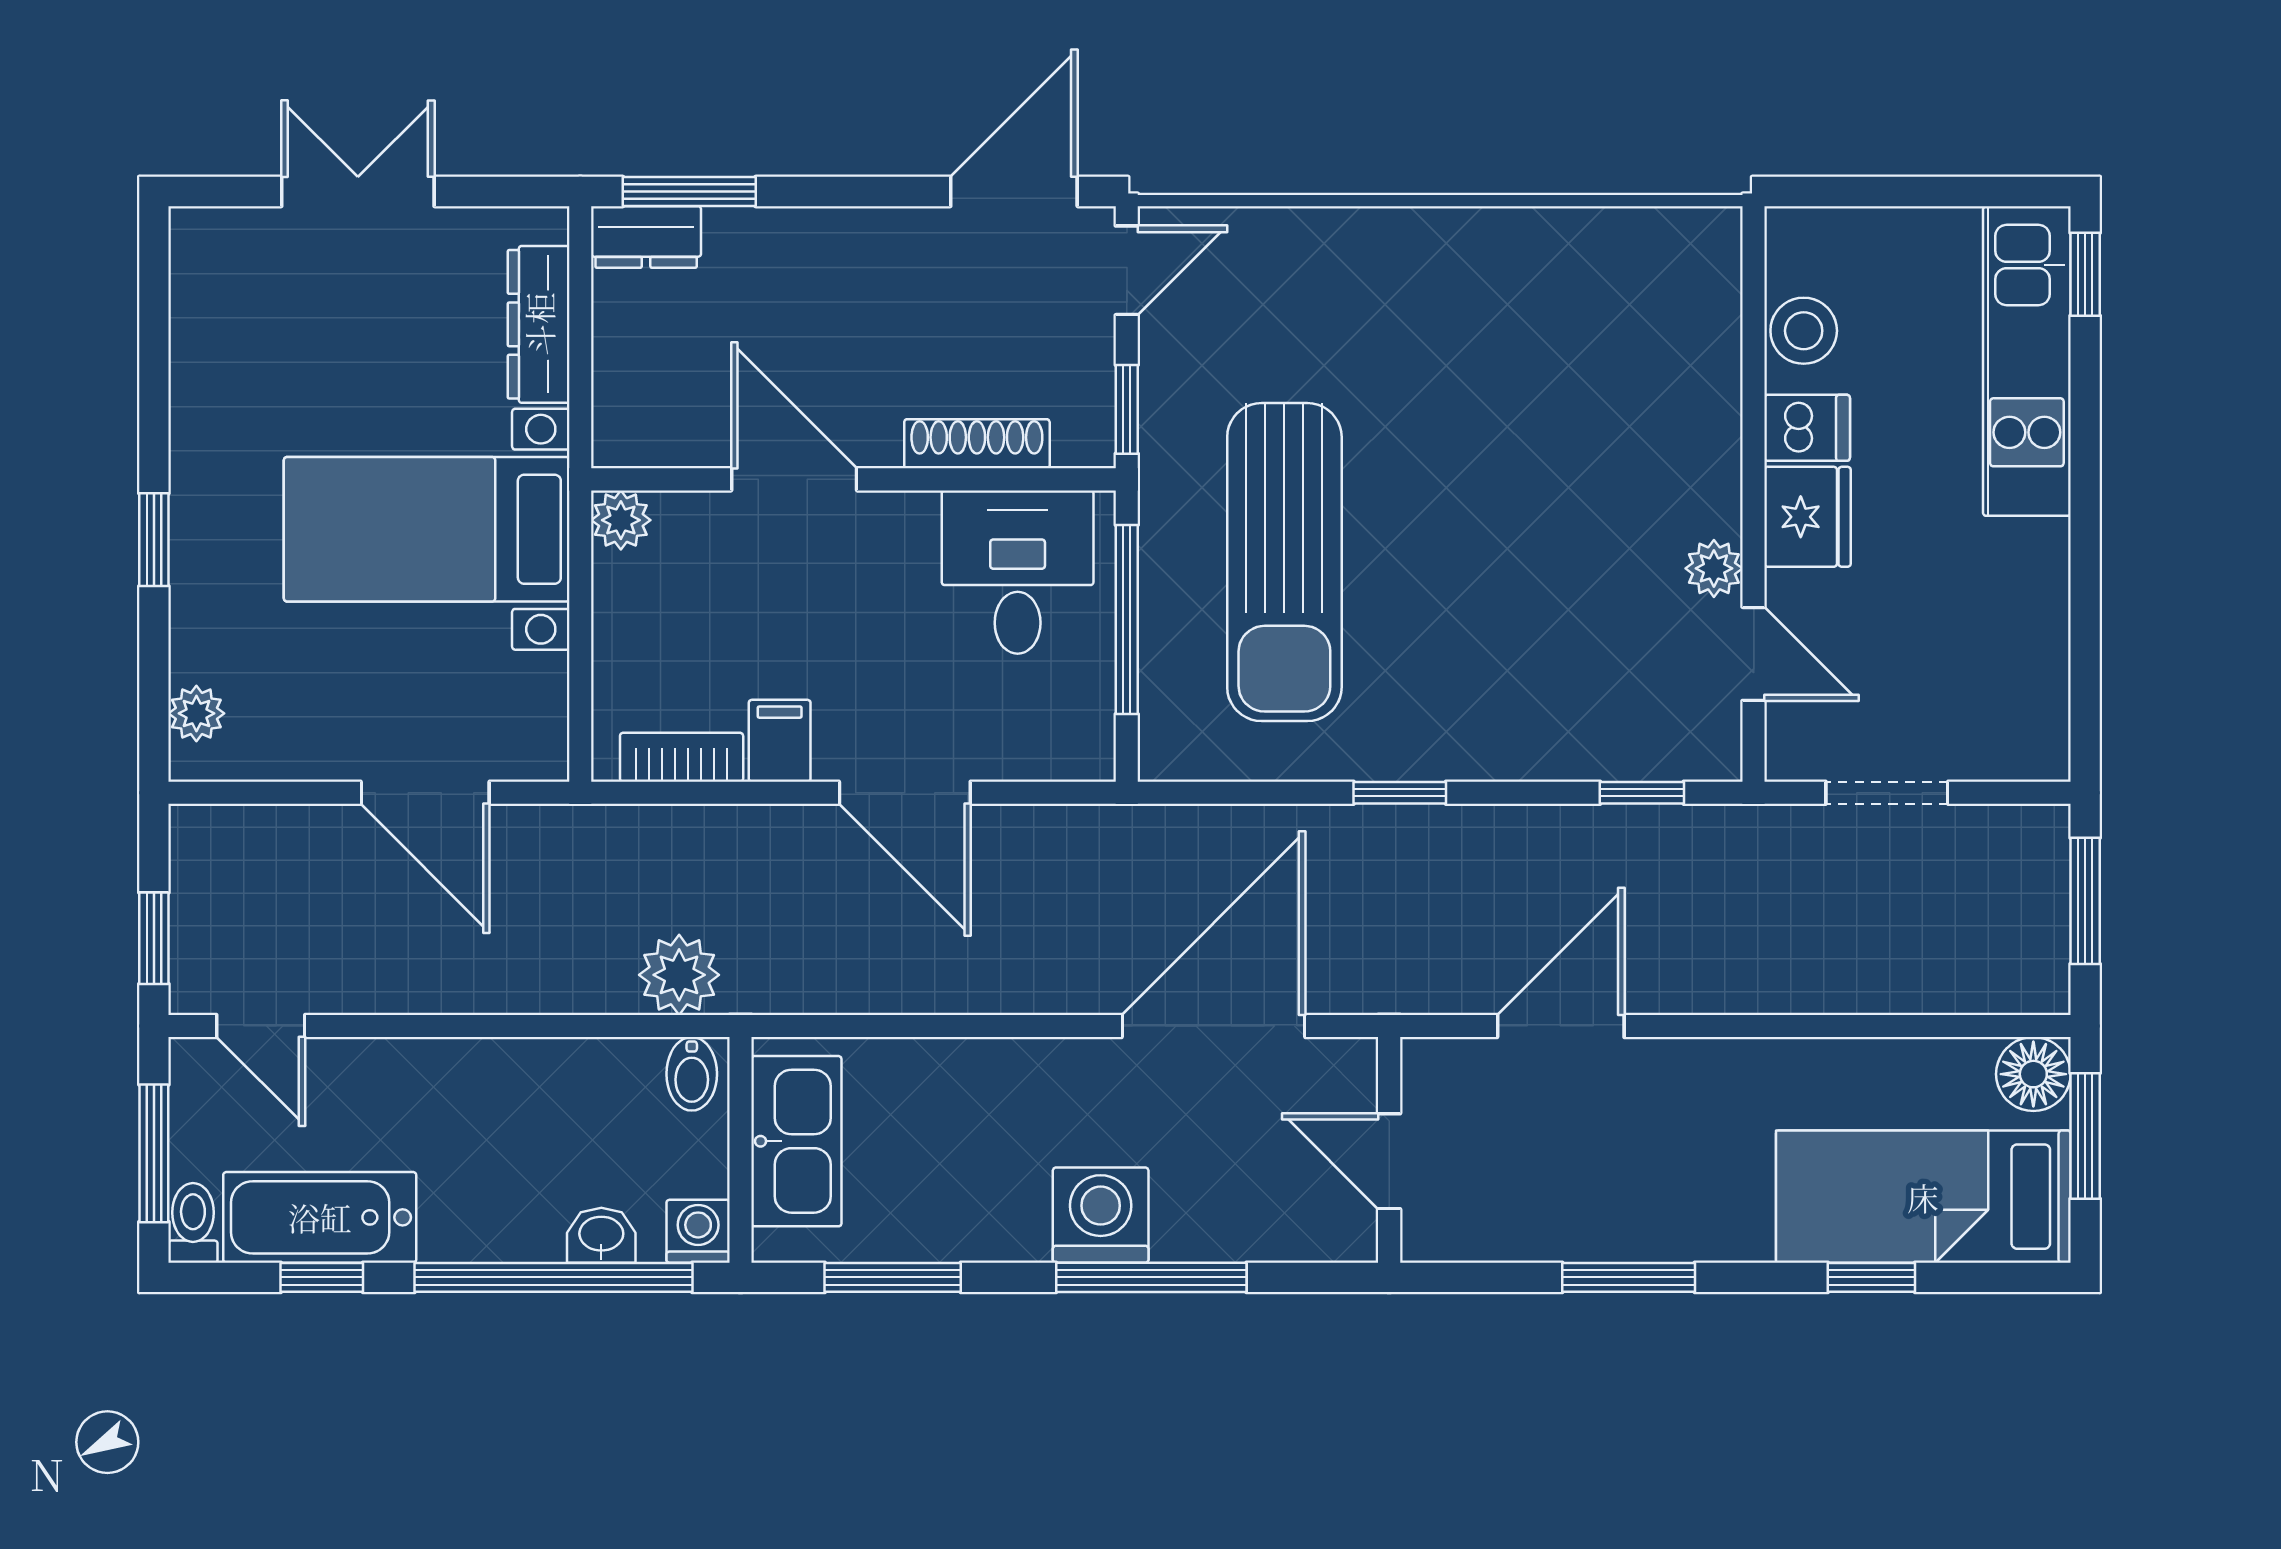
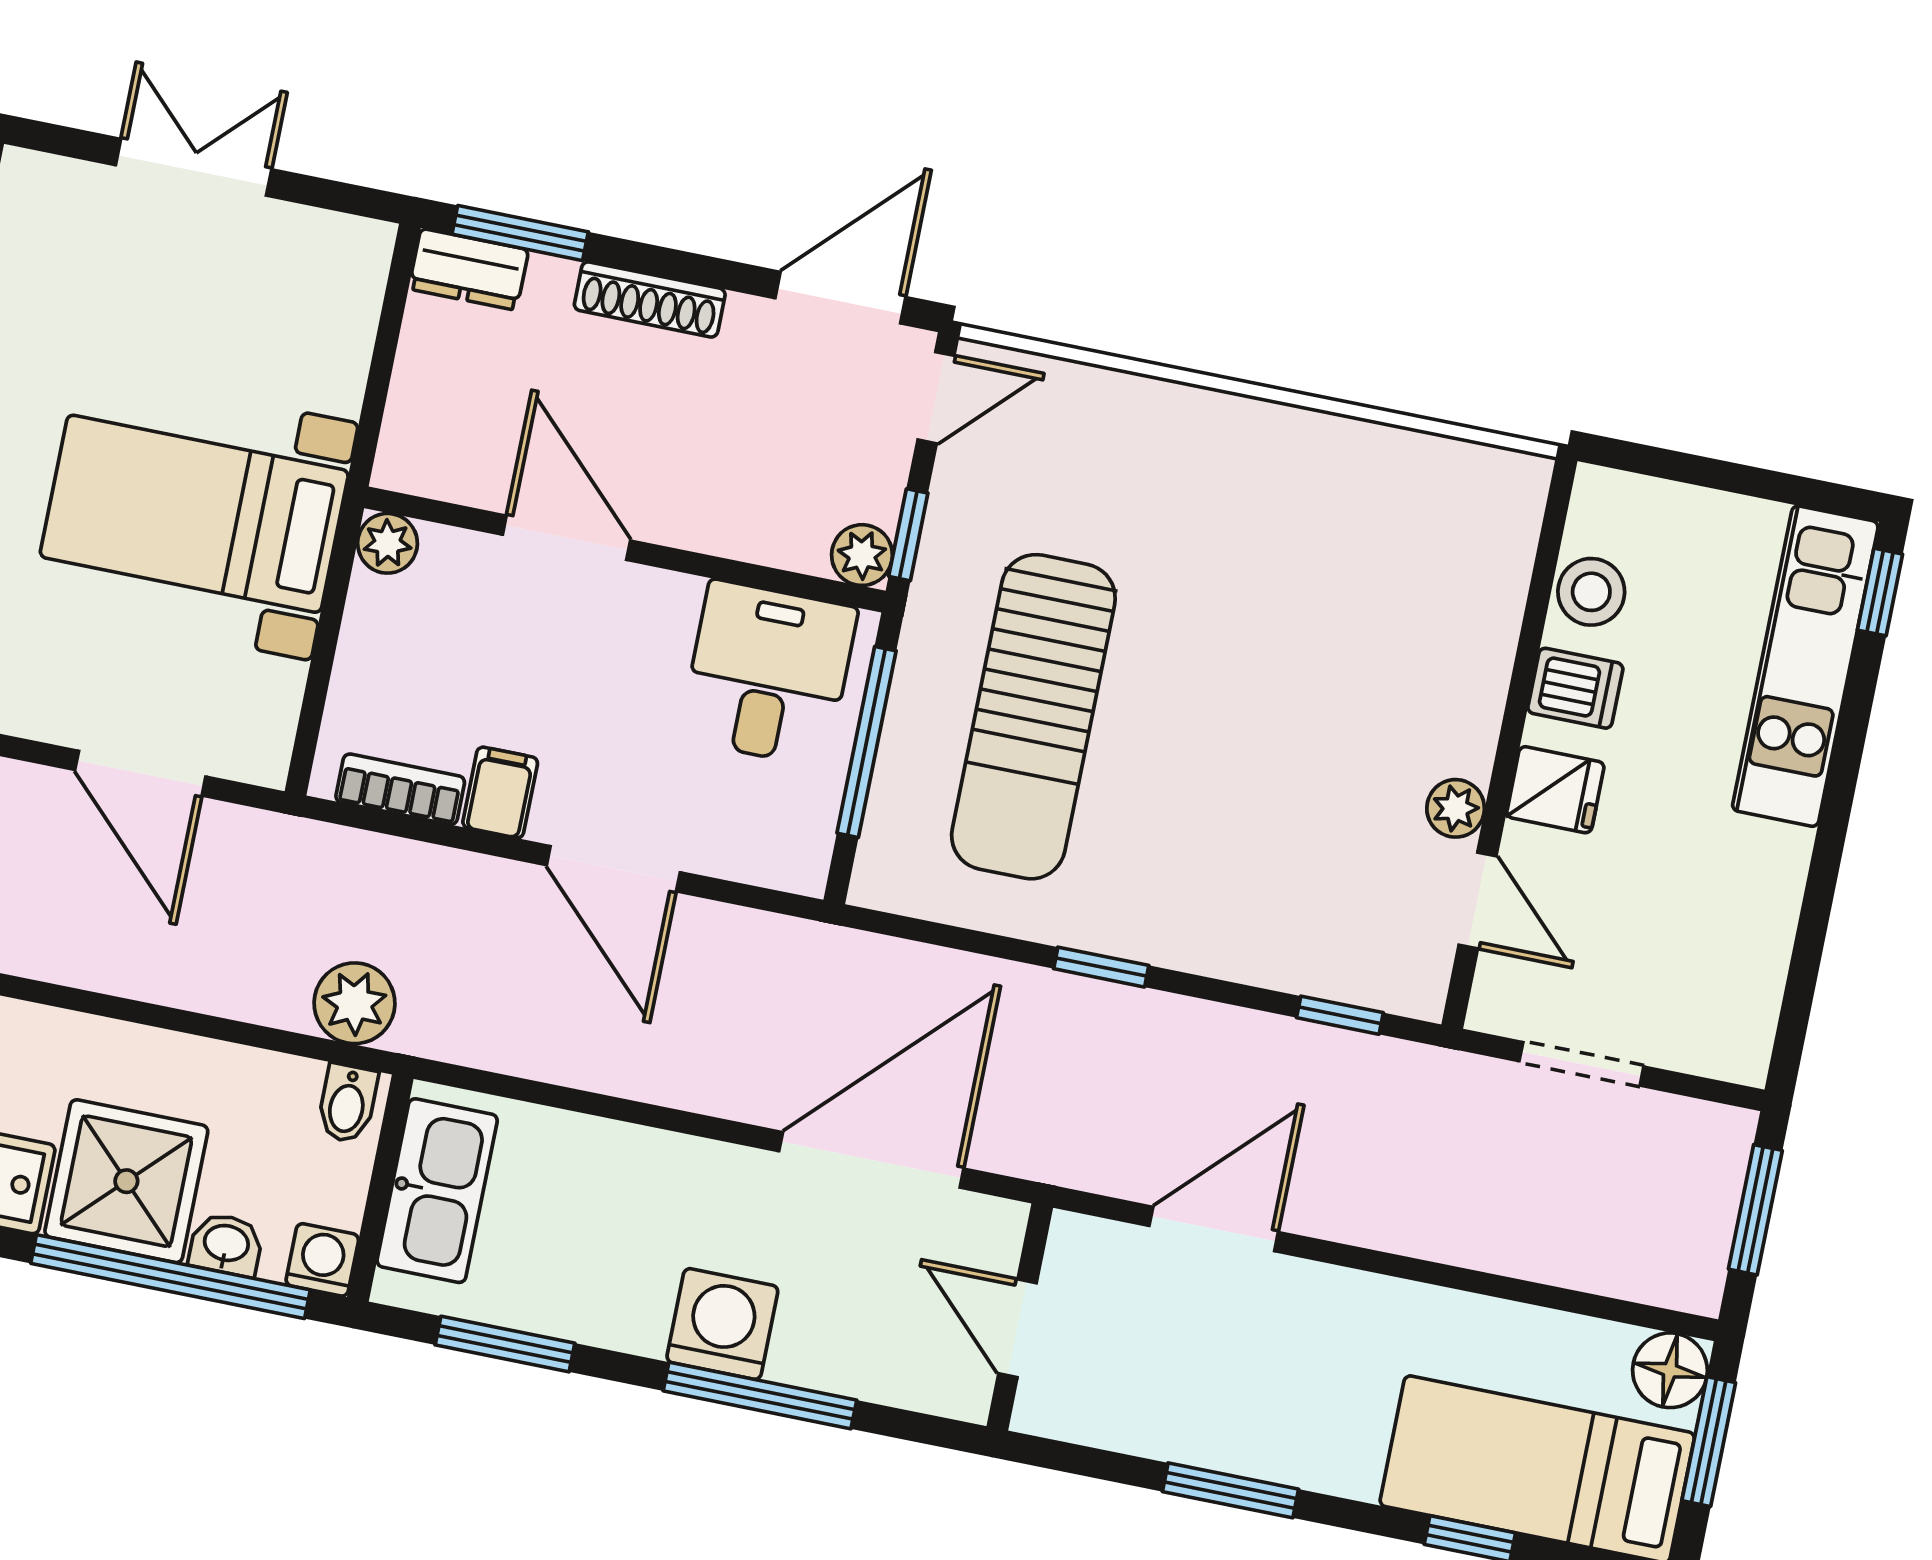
dresser: (539, 324) -> (345, 334), removed
plant: (1086, 438) -> (862, 555), added
shoe rack: (977, 444) -> (650, 299), moved, turned 180
fridge: (1808, 517) -> (1555, 790), width x0.72
shower: (492, 1193) -> (126, 1181), added

